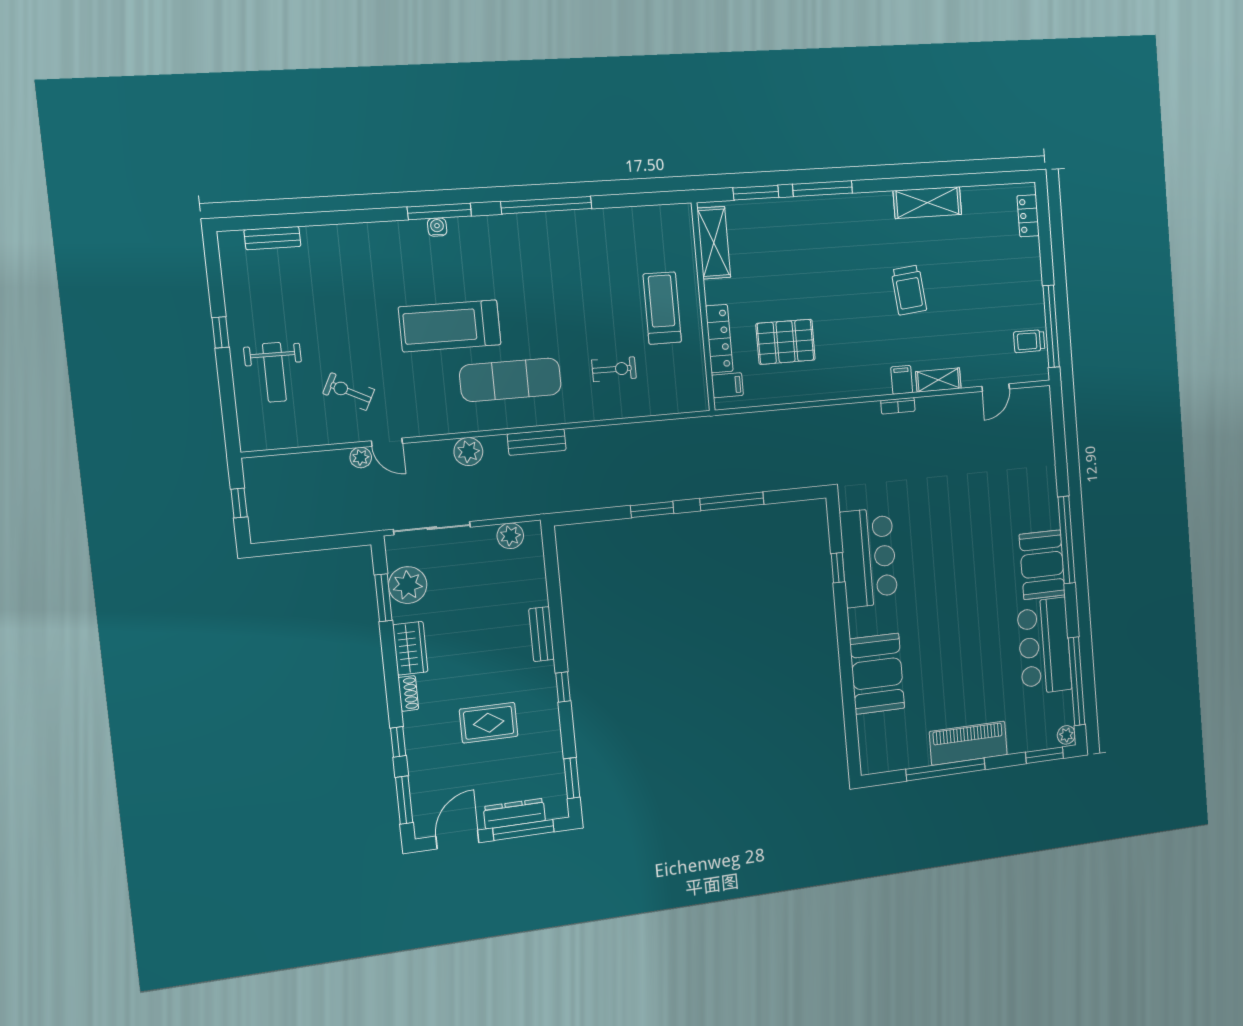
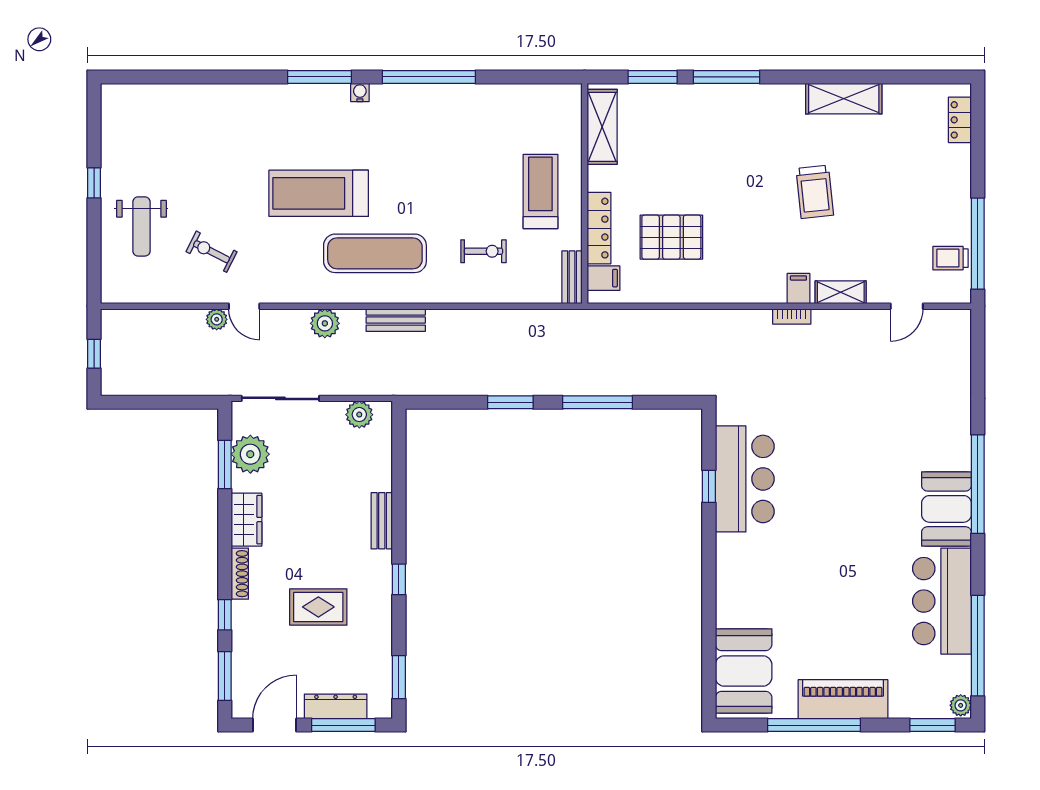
water cooler: (437, 227) -> (360, 93), moved
bench: (272, 238) -> (572, 277), moved, turned 90
booth: (877, 674) -> (744, 671), moved
shoe rack: (408, 693) -> (240, 574), width x1.43

